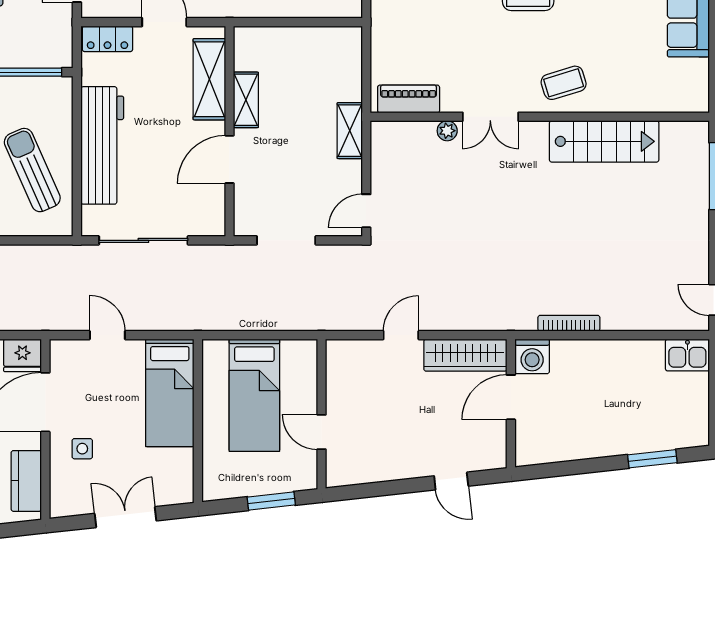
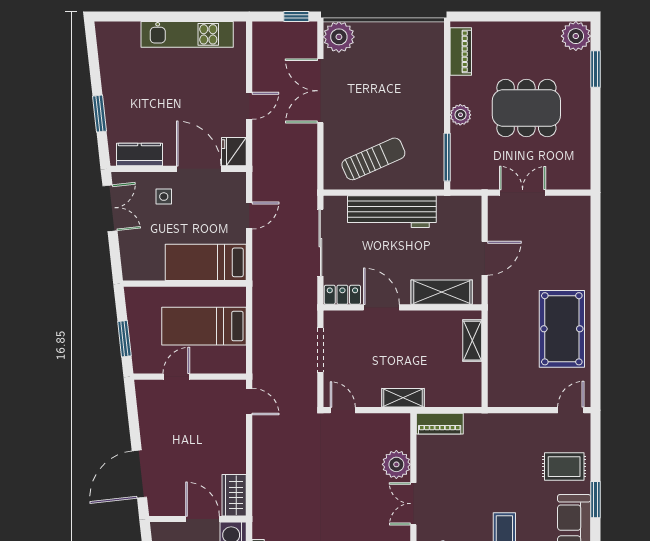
locker: (107, 39) -> (342, 295), moved, turned 90
piano: (409, 99) -> (440, 424), moved, turned 90
shelving: (246, 100) -> (472, 341), moved, turned 90
plant: (447, 131) -> (396, 464), width x1.88, depth x1.88
door: (401, 335) -> (249, 402), moved
wardrobe: (465, 355) -> (234, 495), width x0.67
door: (451, 481) -> (139, 474), width x1.87
double door: (125, 517) -> (110, 208), moved

